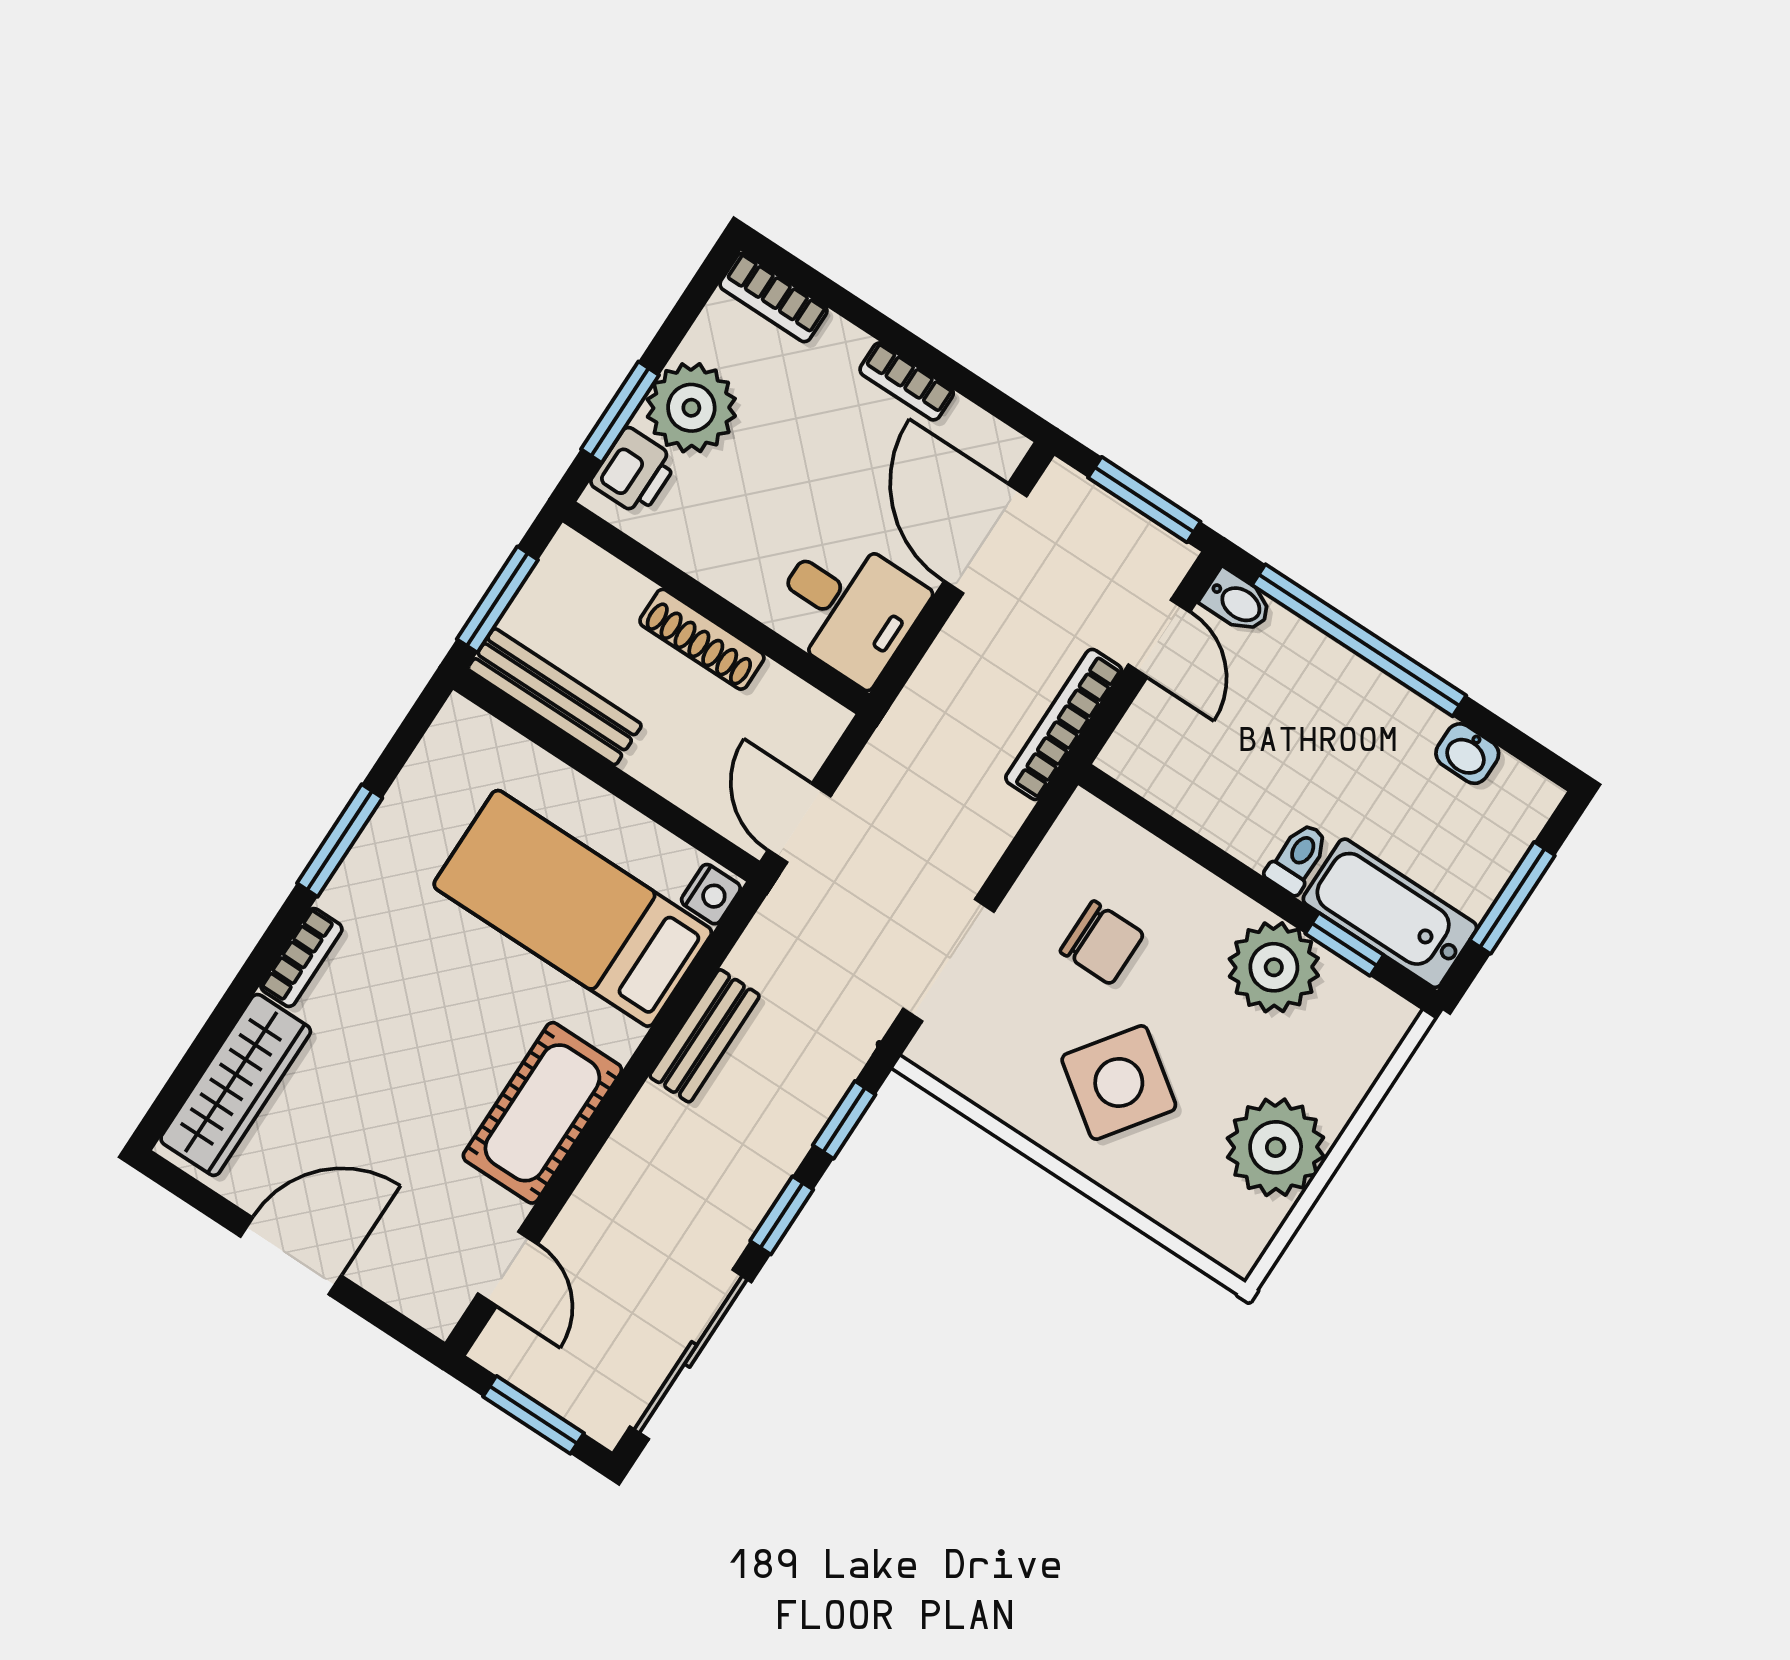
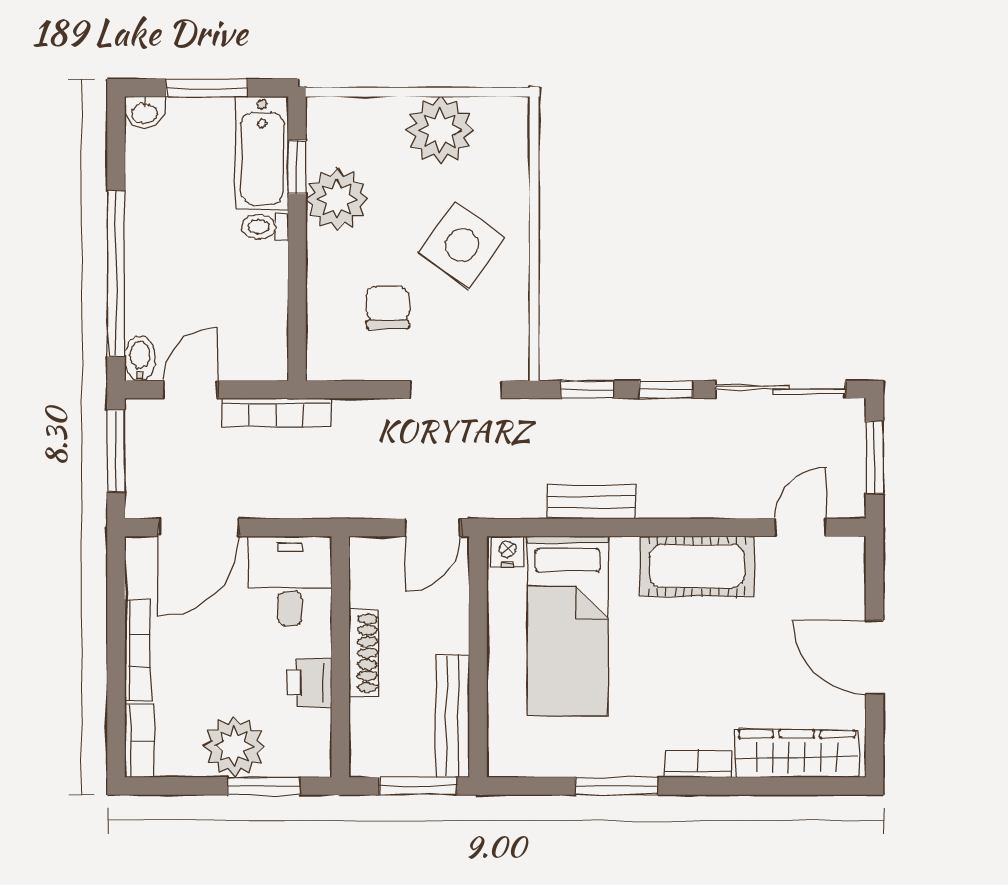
bookcase: (907, 381) -> (138, 650), width x1.56
printer: (634, 472) -> (310, 683), moved, turned -90
washbasin: (1467, 754) -> (144, 112), moved, turned 90

